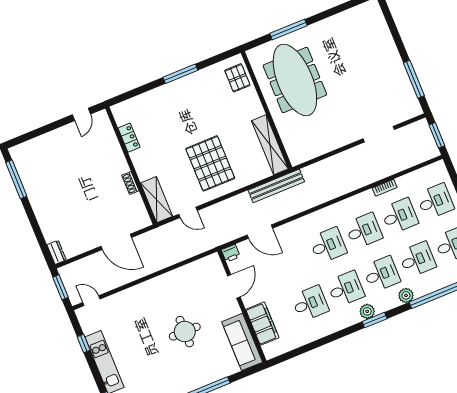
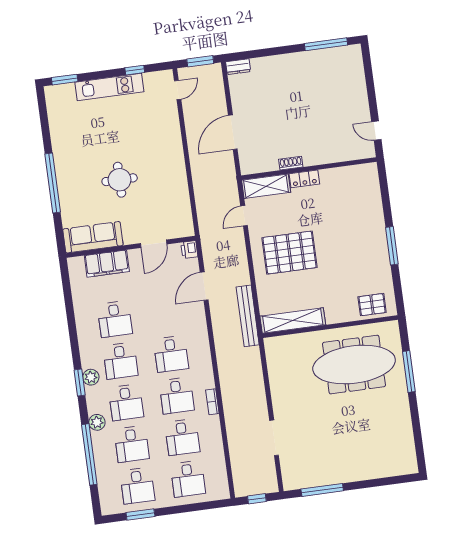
window: (437, 135) -> (257, 499), width x0.67
locker: (129, 138) -> (304, 179), moved
bookcase: (385, 188) -> (212, 402), moved
door: (234, 286) -> (154, 244), hinge flipped

